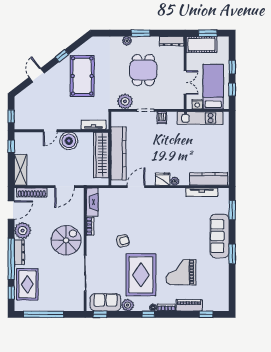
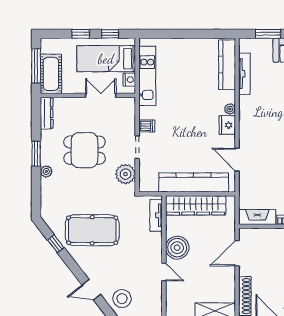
window: (208, 33) -> (36, 66), width x1.44
window: (62, 56) -> (56, 244), moved
stool: (30, 99) -> (122, 299), added
door: (65, 187) -> (237, 253), swing flipped

